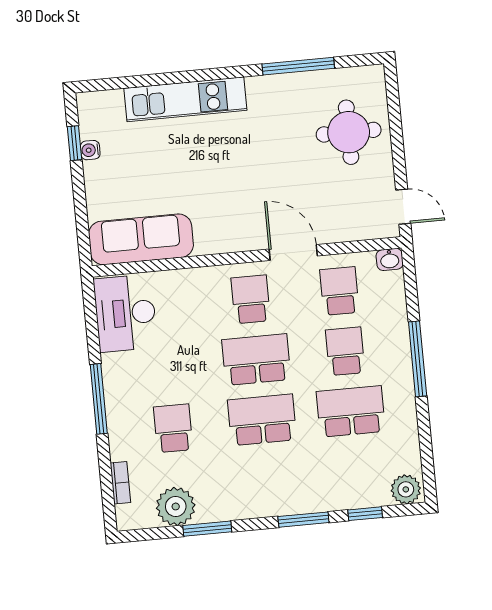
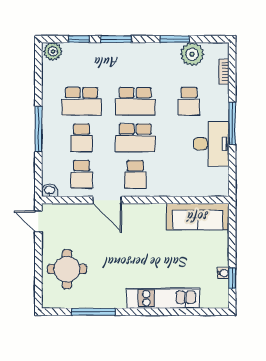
desk: (125, 313) -> (211, 144), moved

